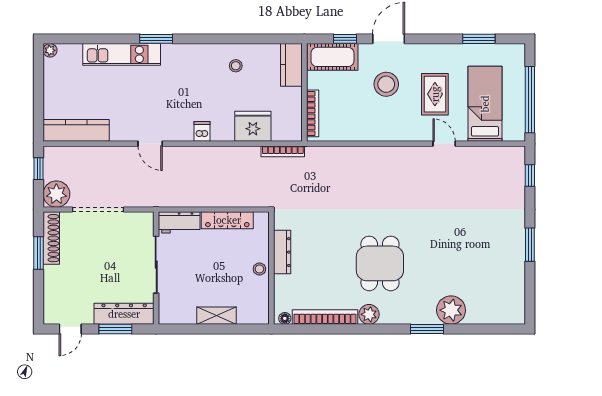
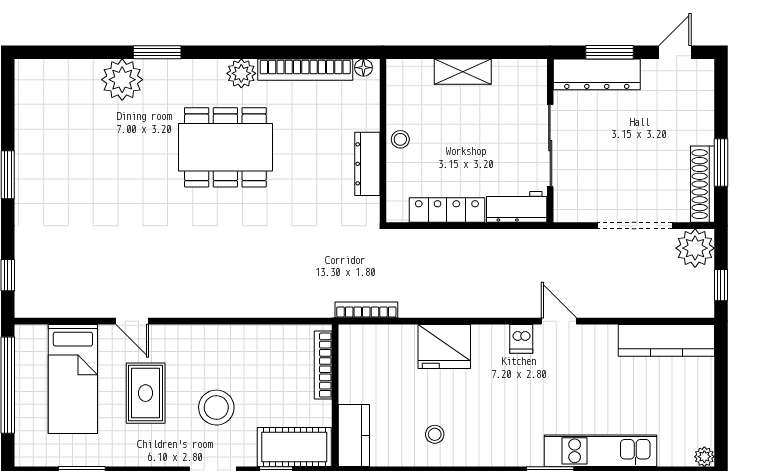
fridge: (253, 126) -> (444, 346), moved
dishwasher: (202, 131) -> (521, 339), moved
dining table: (380, 263) -> (225, 147), width x1.38

